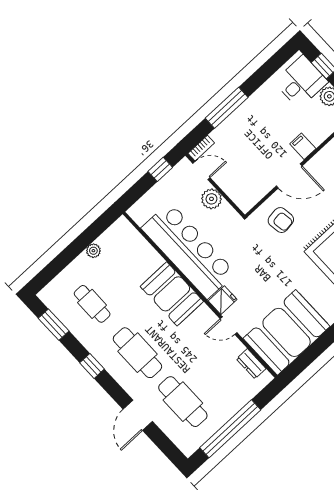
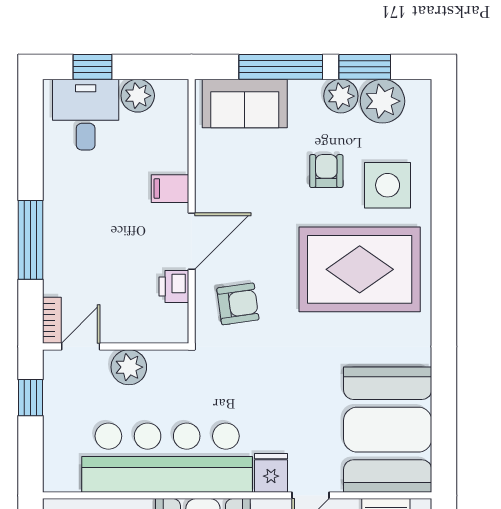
printer: (263, 186) -> (174, 286), added

